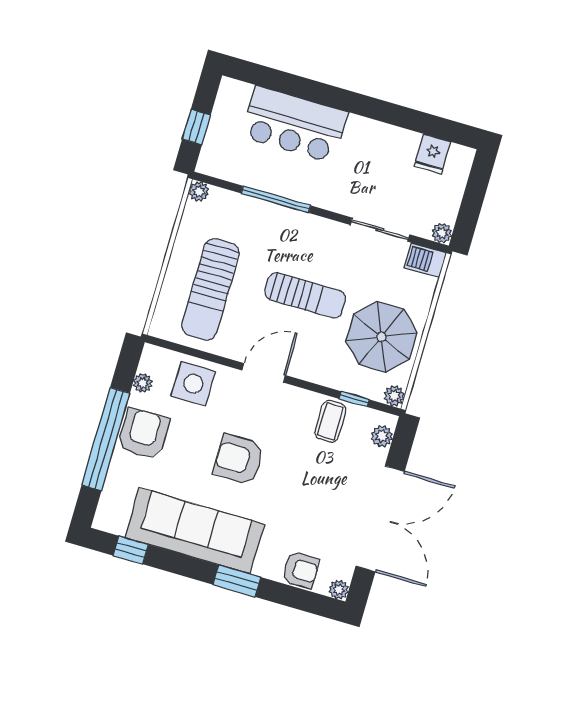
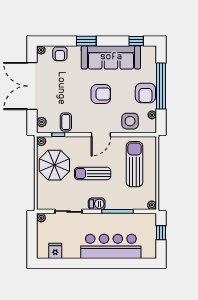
bar counter: (294, 124) -> (111, 246), width x1.36
barbecue: (425, 260) -> (97, 204), moved
armchair: (301, 570) -> (60, 54), turned -90

